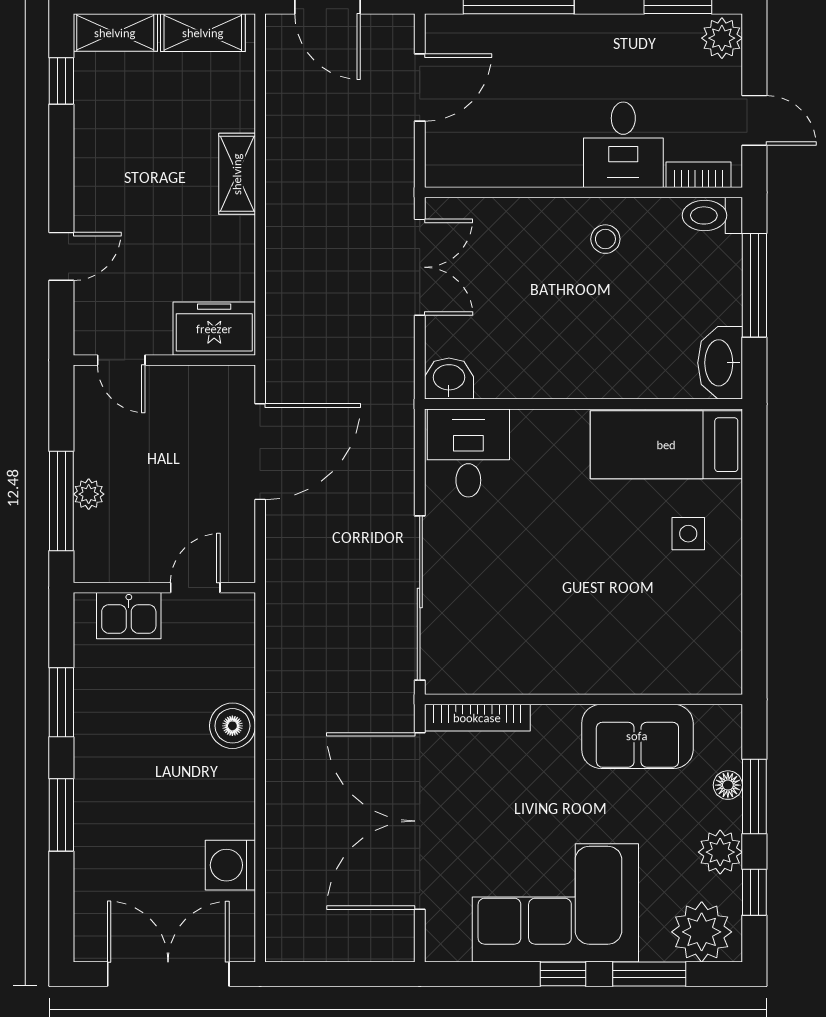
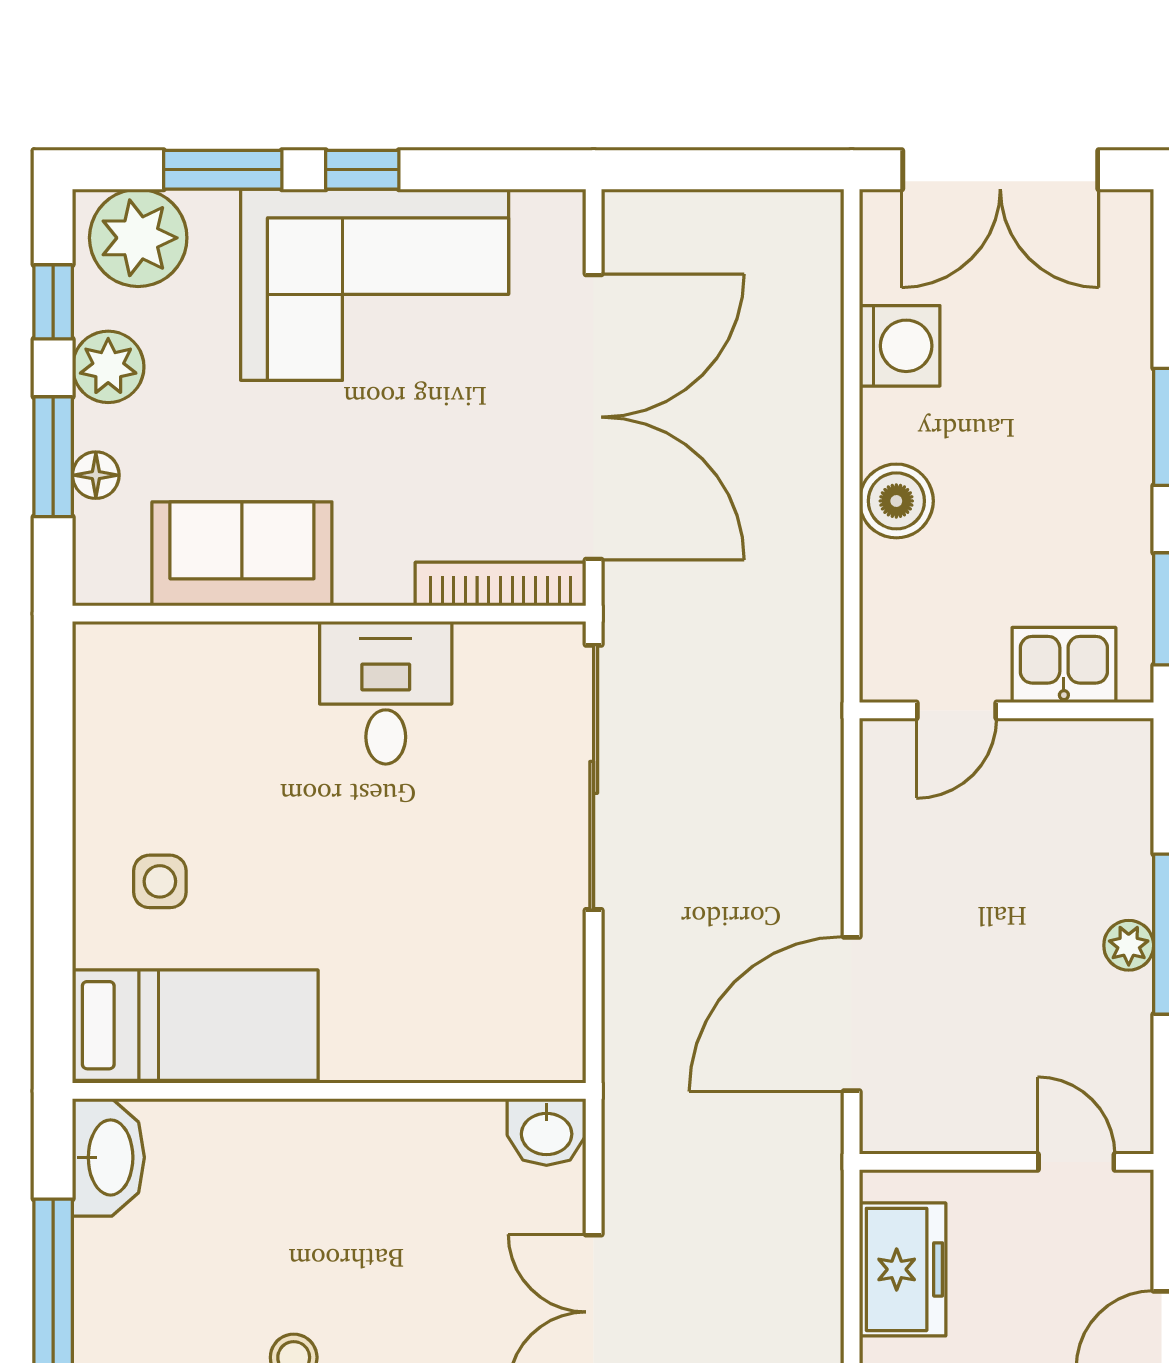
freezer: (214, 329) -> (903, 1269), moved, turned -90
desk: (468, 453) -> (386, 693), moved, turned 180
wall: (164, 588) -> (1007, 710), moved
door: (195, 588) -> (956, 710), moved
kitchen sink: (129, 616) -> (1064, 665), moved
boiler: (232, 726) -> (896, 501), moved

